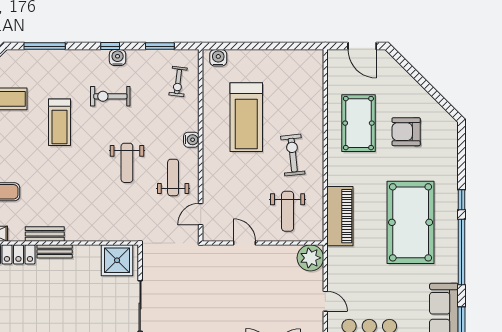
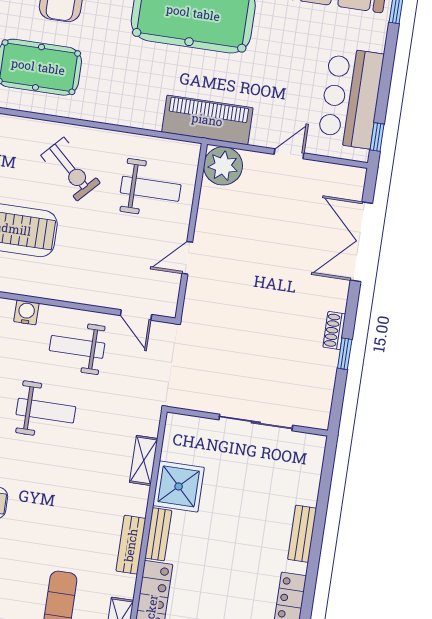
exercise bike: (293, 155) -> (70, 169), turned -131
piano: (340, 216) -> (207, 120), moved
shelving: (103, 234) -> (144, 460), added
shower: (117, 260) -> (179, 486), moved

